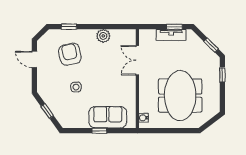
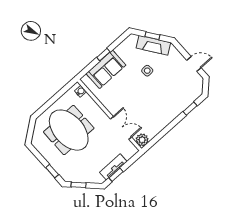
plant: (103, 36) -> (142, 140), moved
armchair: (70, 54) -> (172, 90), removed
fireplace: (53, 103) -> (153, 45), added

